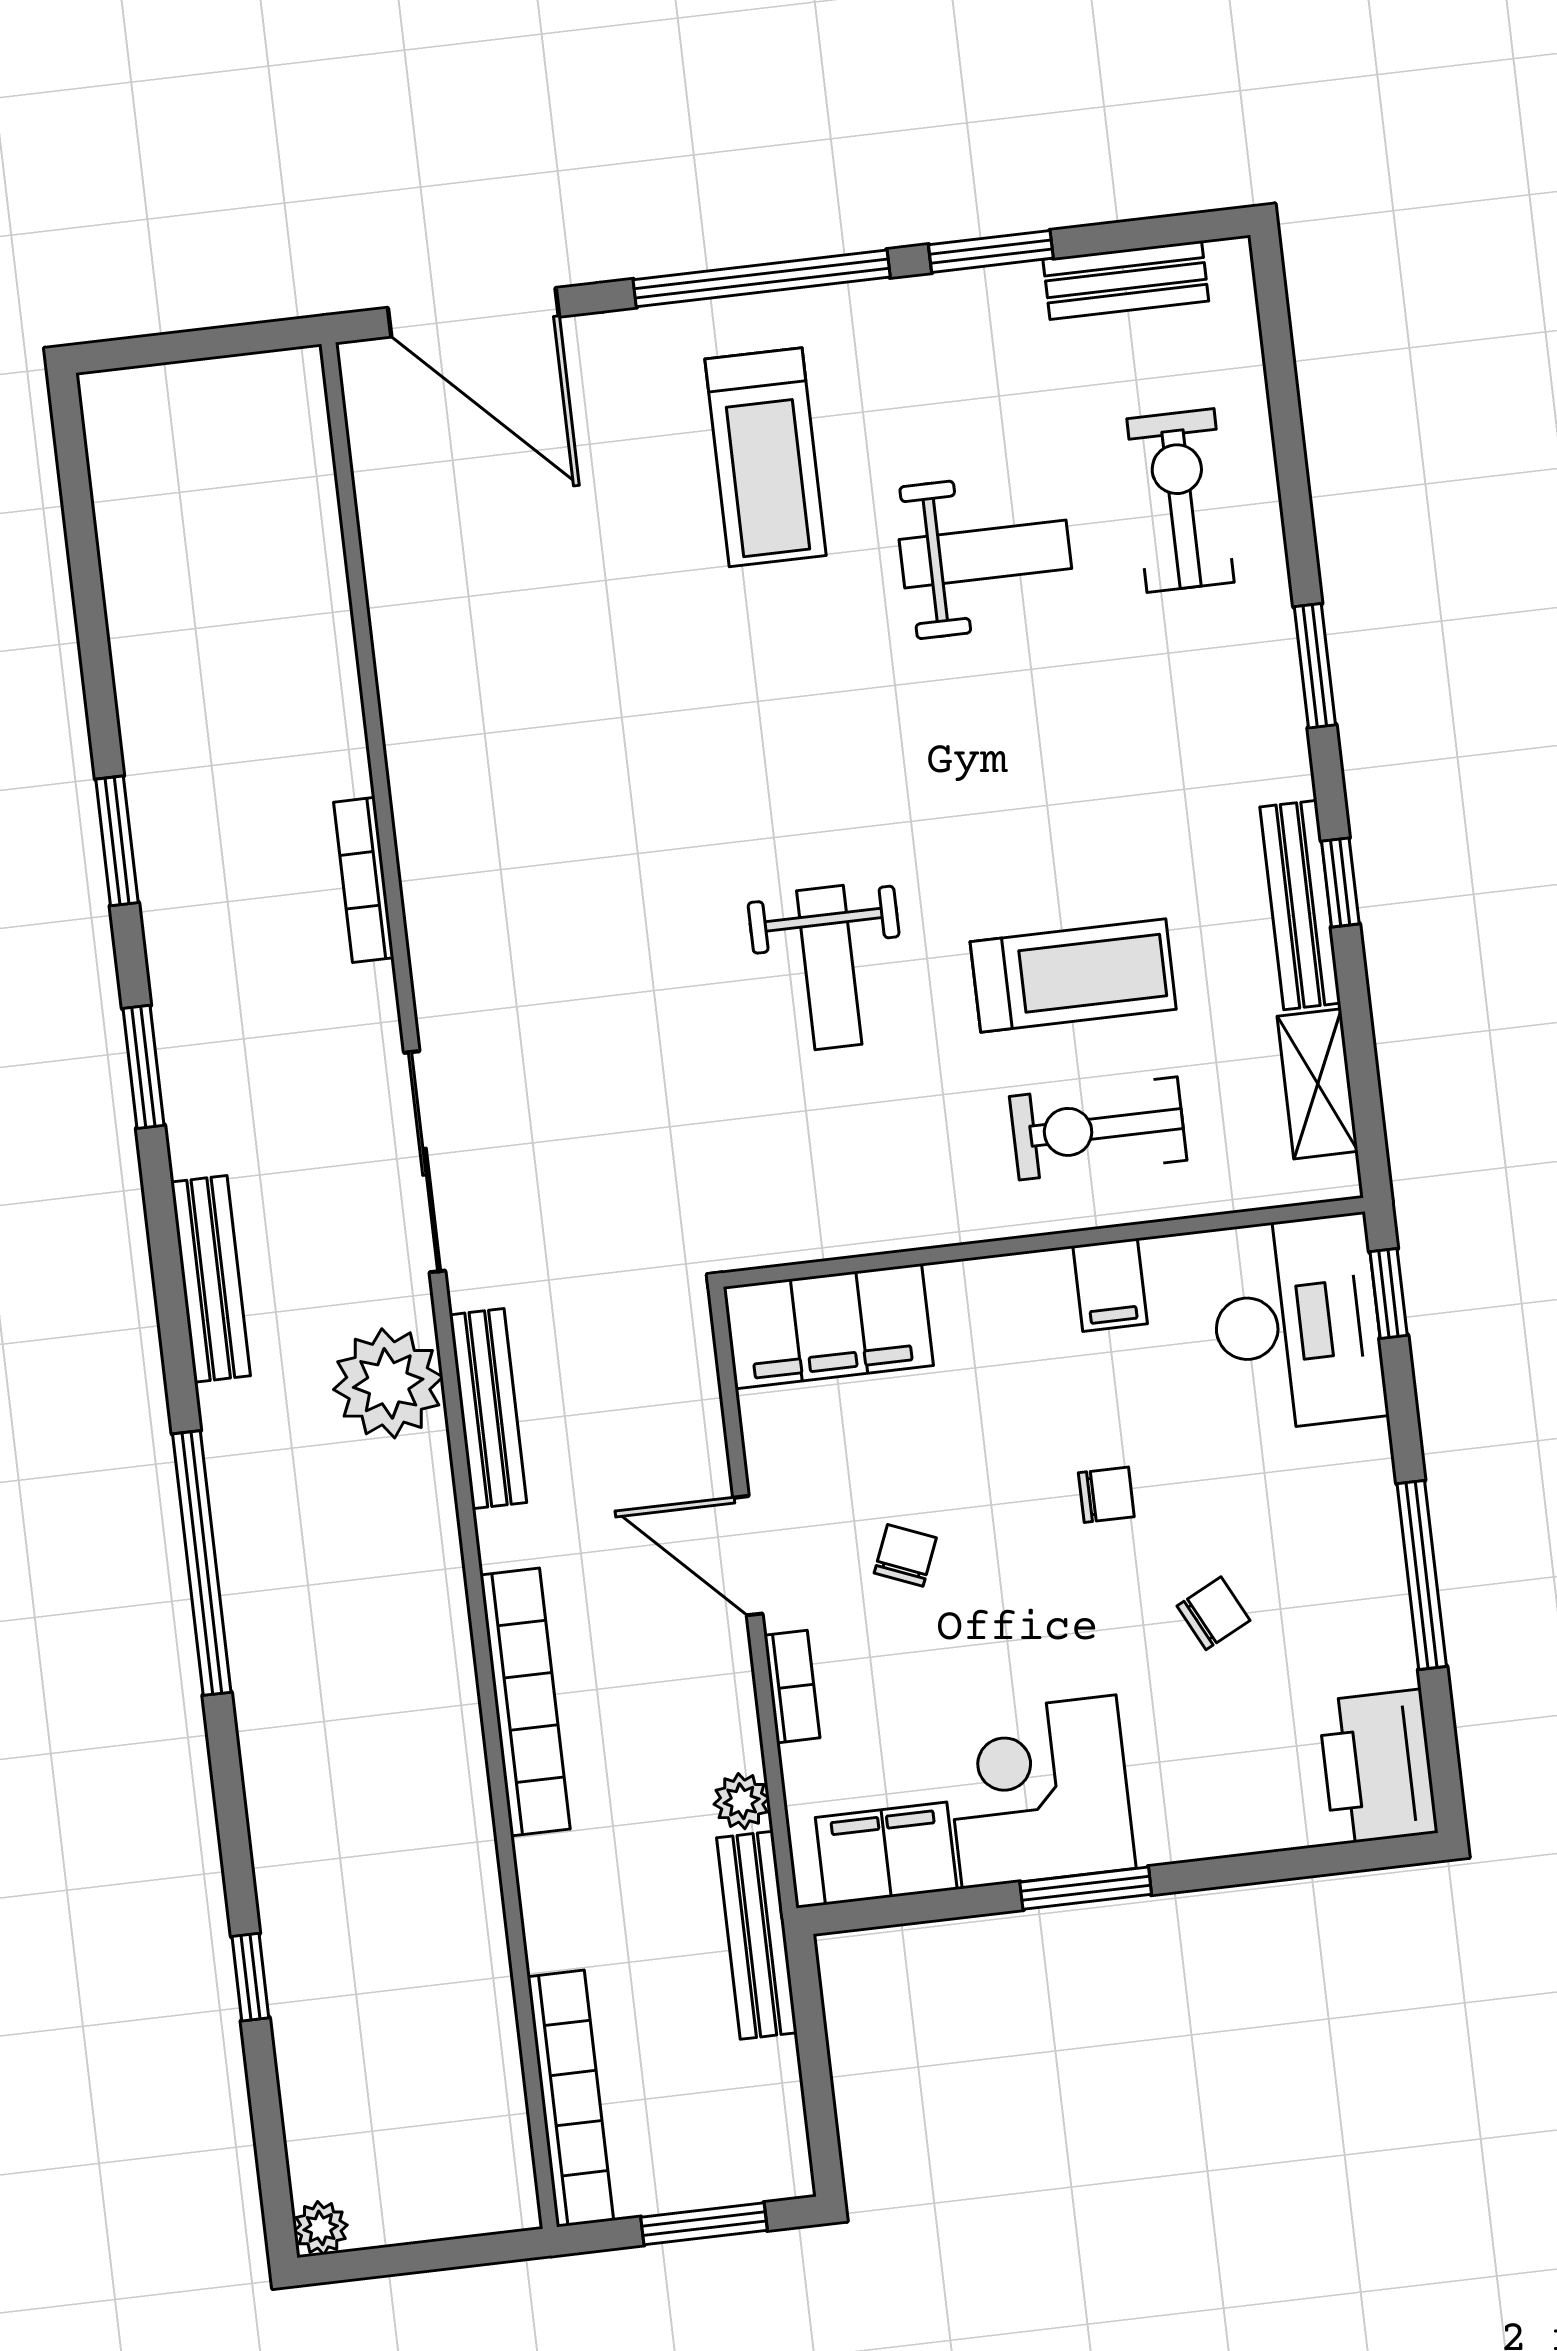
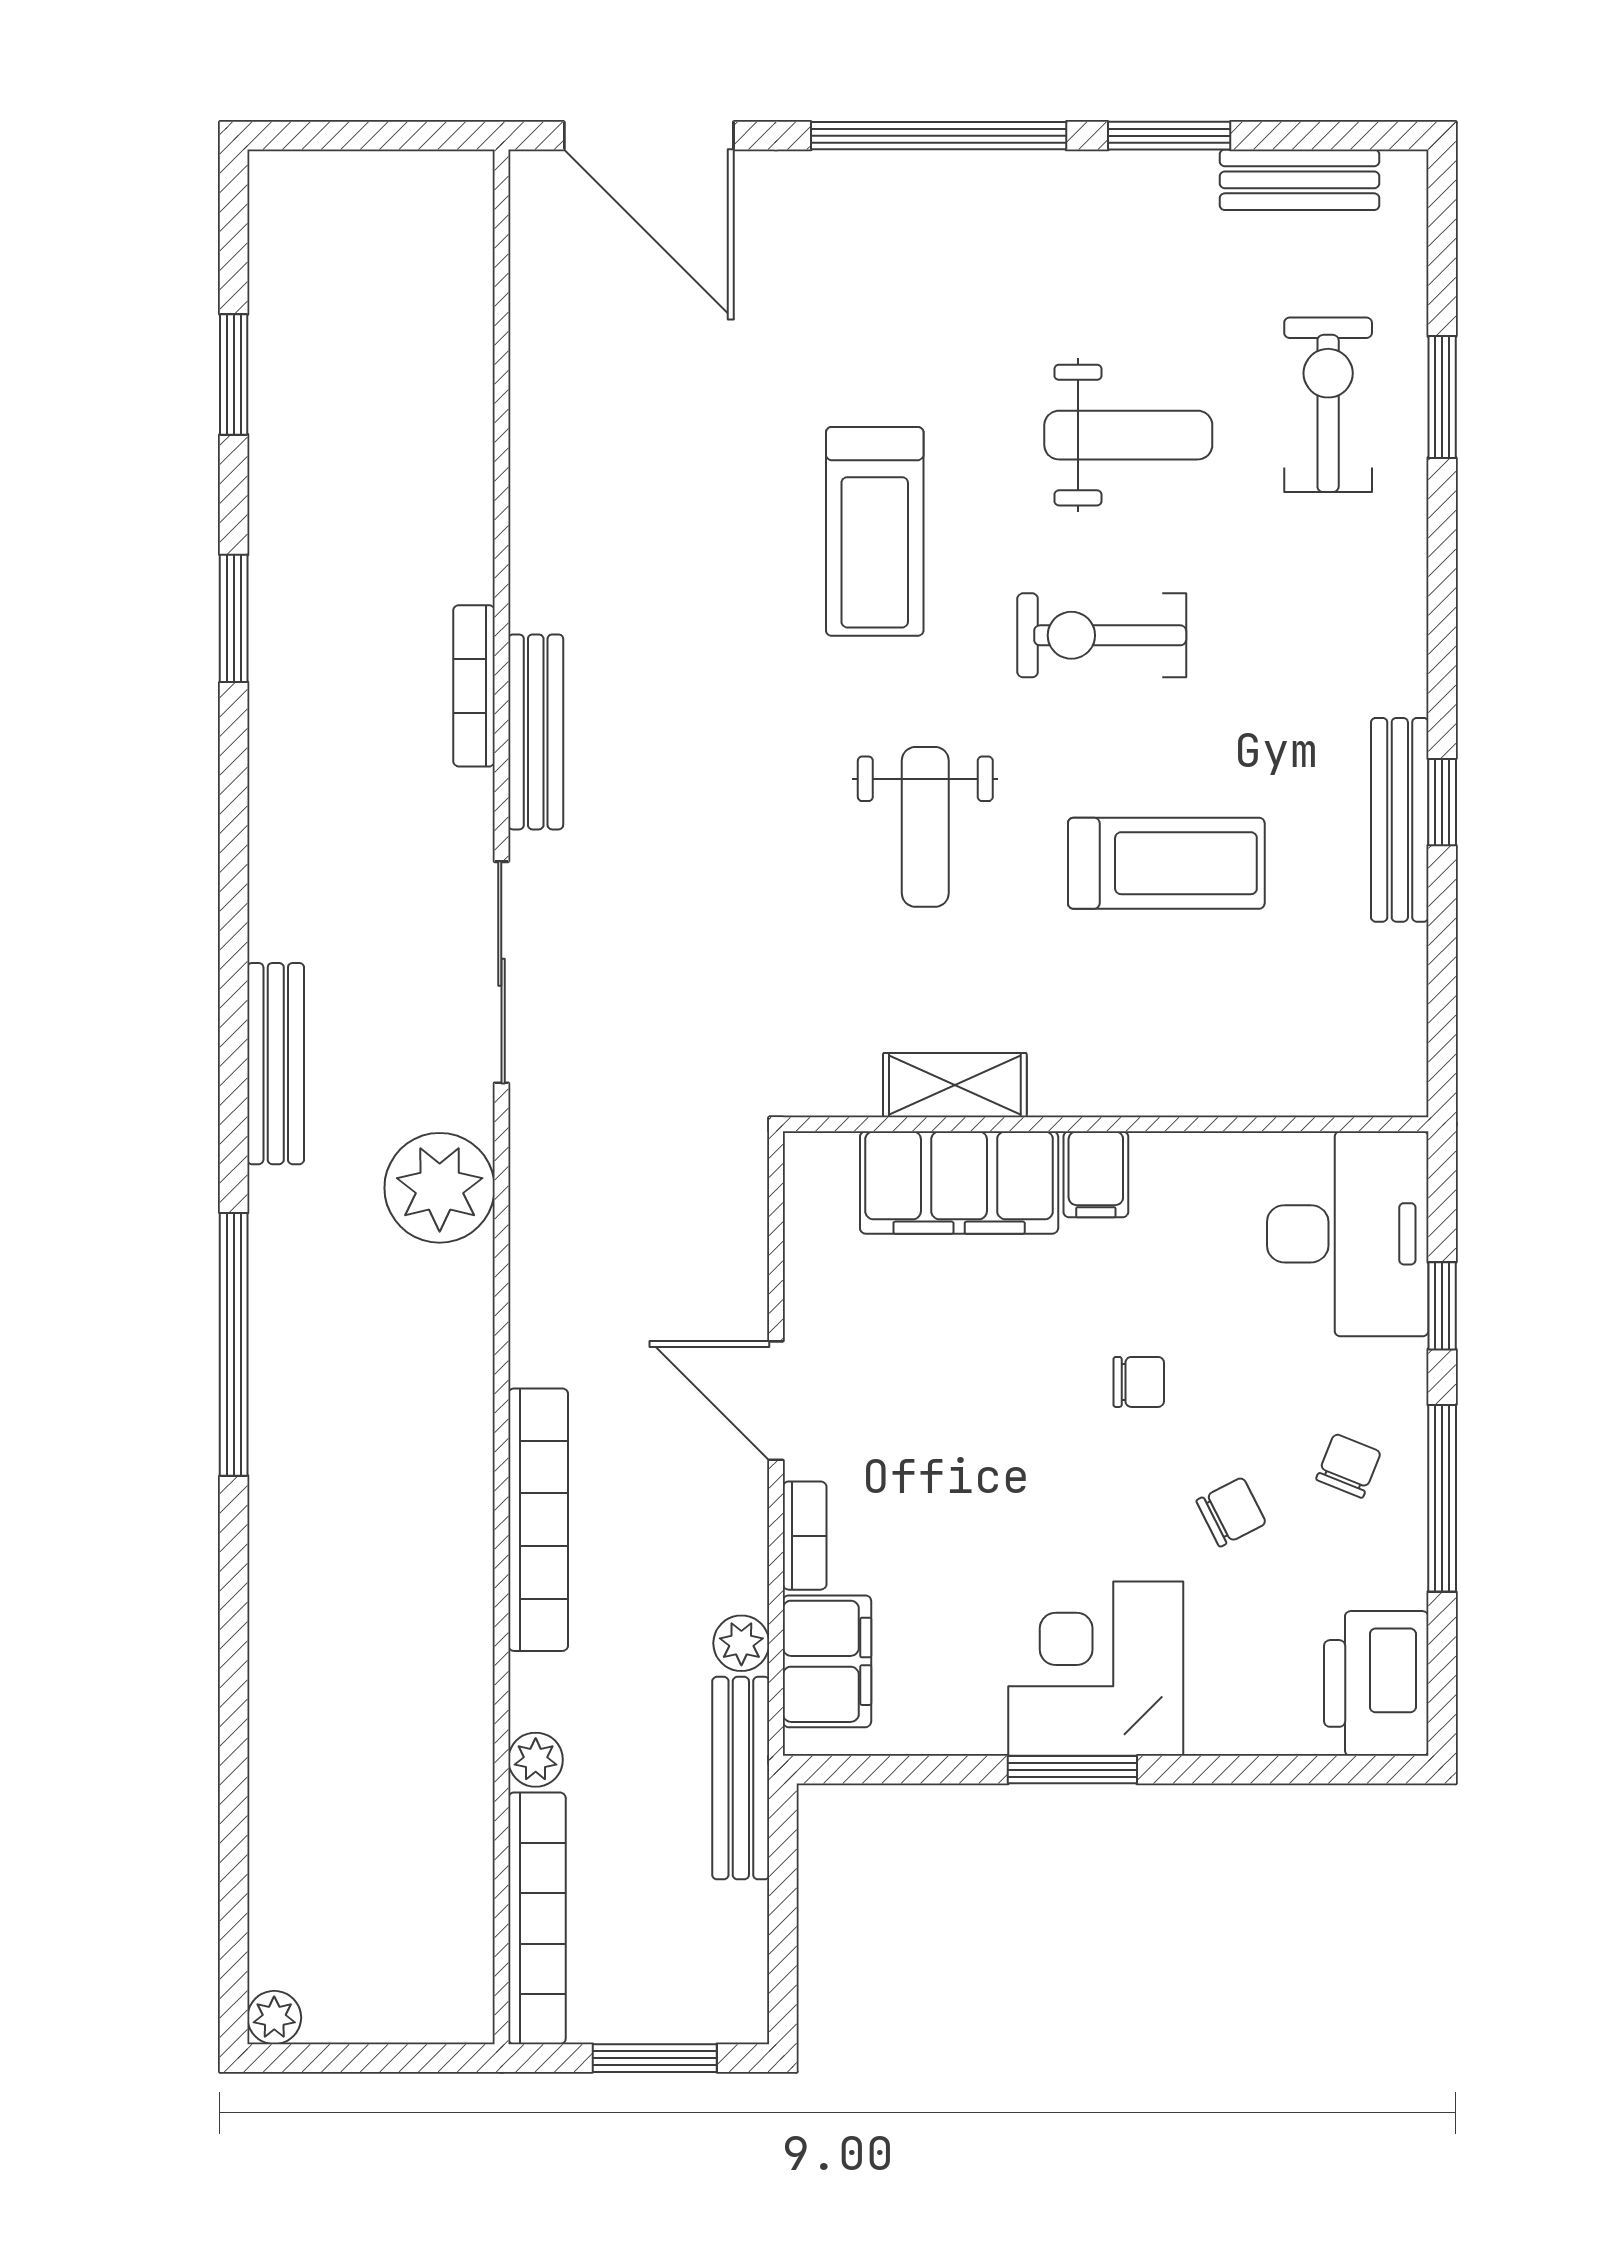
treadmill: (766, 457) -> (875, 531), moved
window: (1315, 666) -> (1442, 397), moved
window: (143, 1067) -> (234, 374), moved
shelving: (1318, 1084) -> (955, 1085), moved, turned 90
exercise bike: (1098, 1128) -> (1102, 635), moved
filing cabinet: (1110, 1285) -> (1096, 1174), moved
window: (1389, 1293) -> (1442, 1306), moved
filing cabinet: (829, 1326) -> (959, 1182), moved
bench: (488, 1409) -> (536, 732), moved
chair: (905, 1555) -> (1348, 1466), moved
corner desk: (1039, 1792) -> (1096, 1669), moved
filing cabinet: (886, 1853) -> (827, 1661), moved, turned 90
plant: (550, 1941) -> (536, 1760), added
window: (250, 1977) -> (234, 1761), removed

